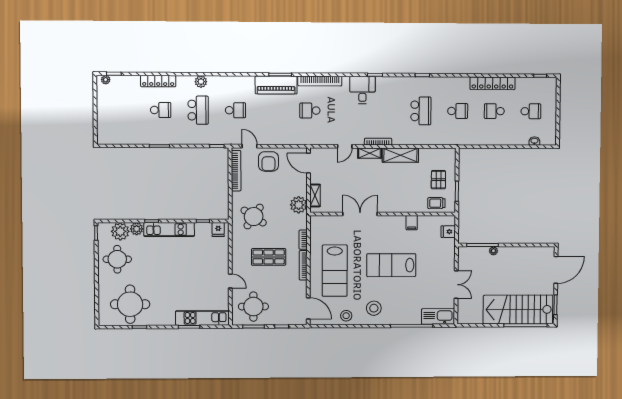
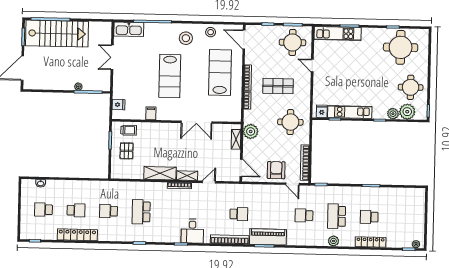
round table: (254, 217) -> (290, 122), turned -34
kitchen unit: (169, 230) -> (350, 112), moved
lab bench: (391, 265) -> (170, 76), turned 90

